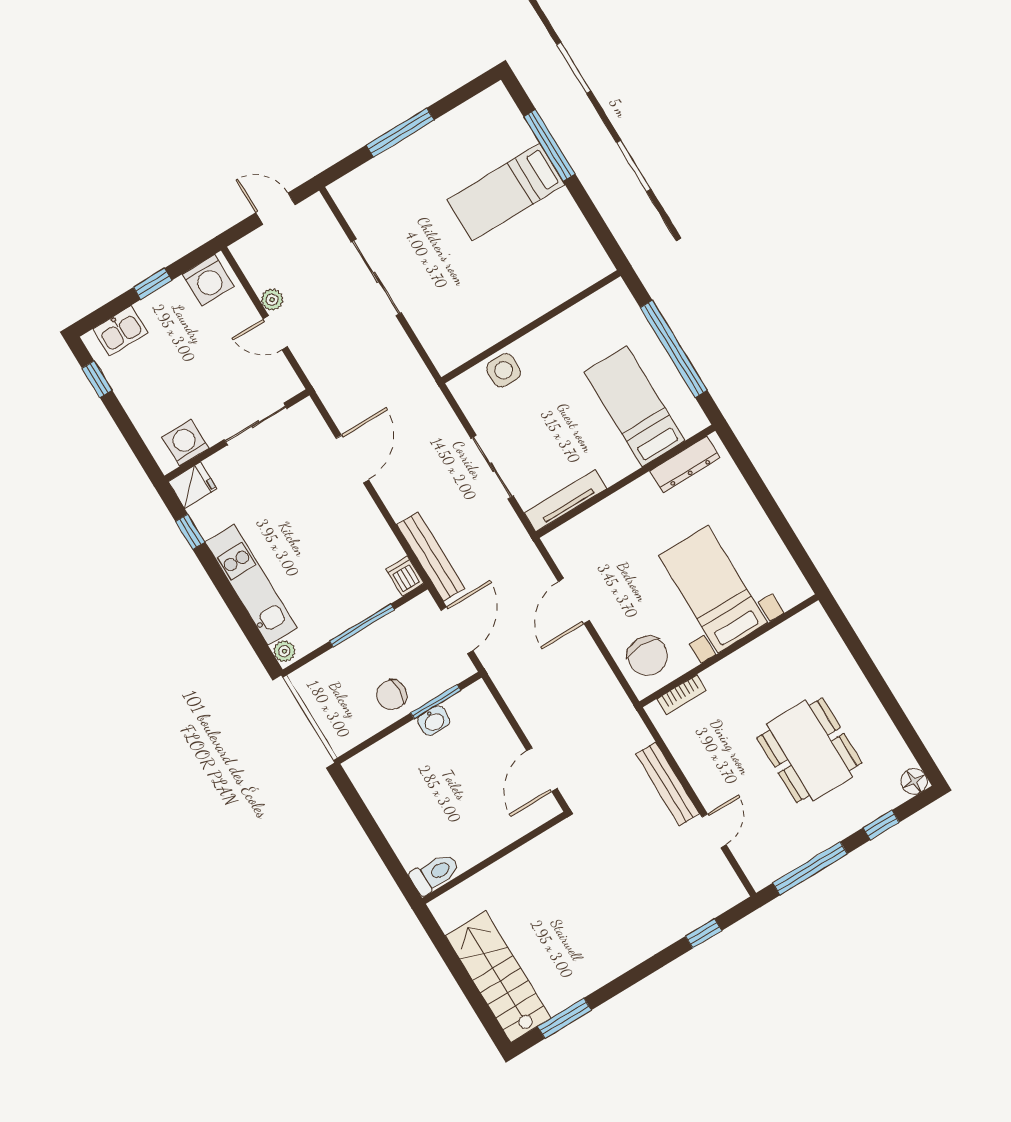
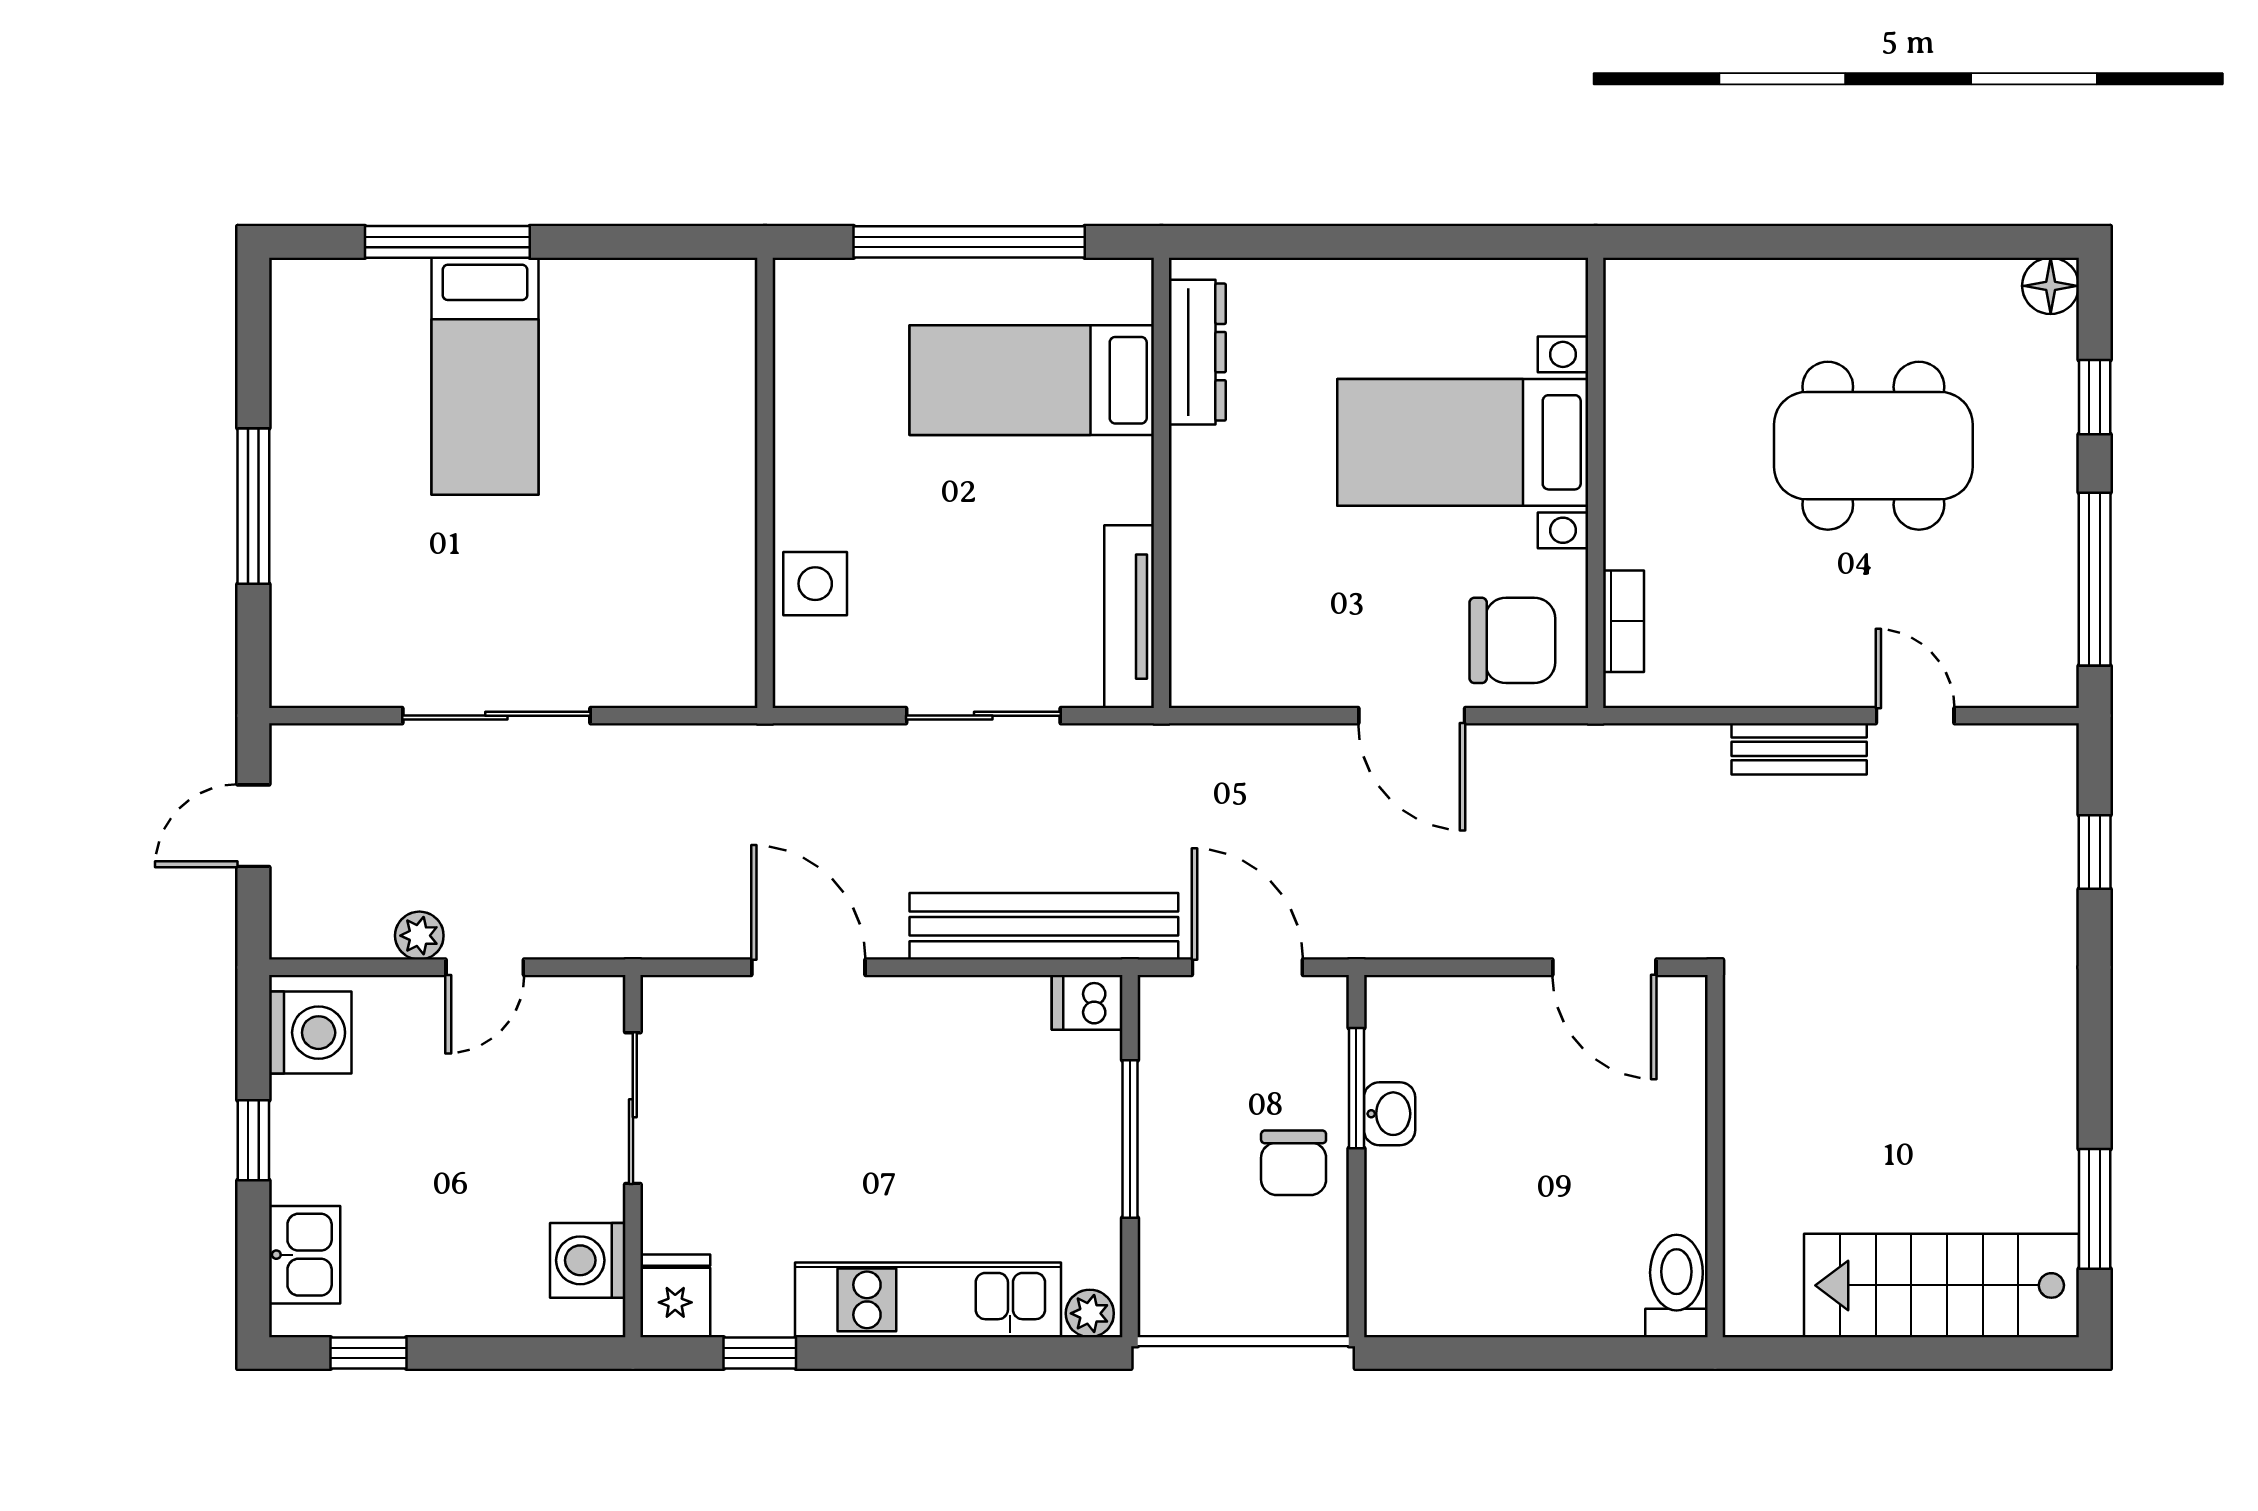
bench: (431, 557) -> (1044, 926), width x1.37, depth x1.21
door: (574, 601) -> (1412, 716), moved
bench: (668, 784) -> (1799, 749), width x0.73

